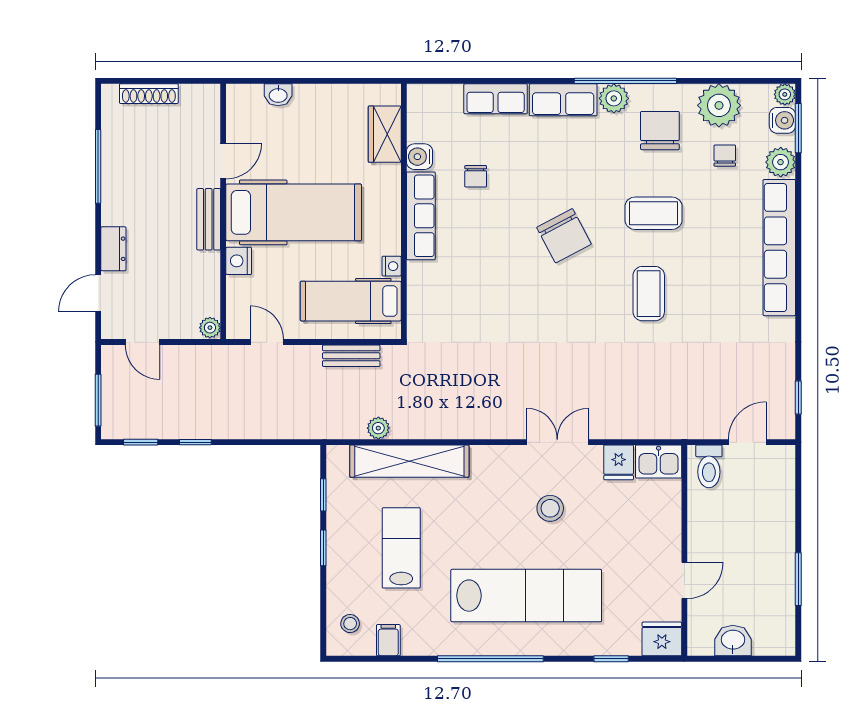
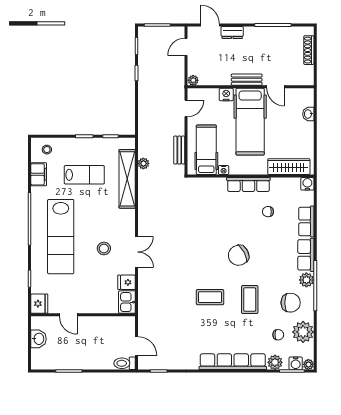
wardrobe: (385, 134) -> (289, 167), width x1.50
water cooler: (419, 157) -> (307, 184), moved
toilet: (709, 466) -> (125, 363), moved
filing cabinet: (388, 640) -> (39, 174), width x2.00

